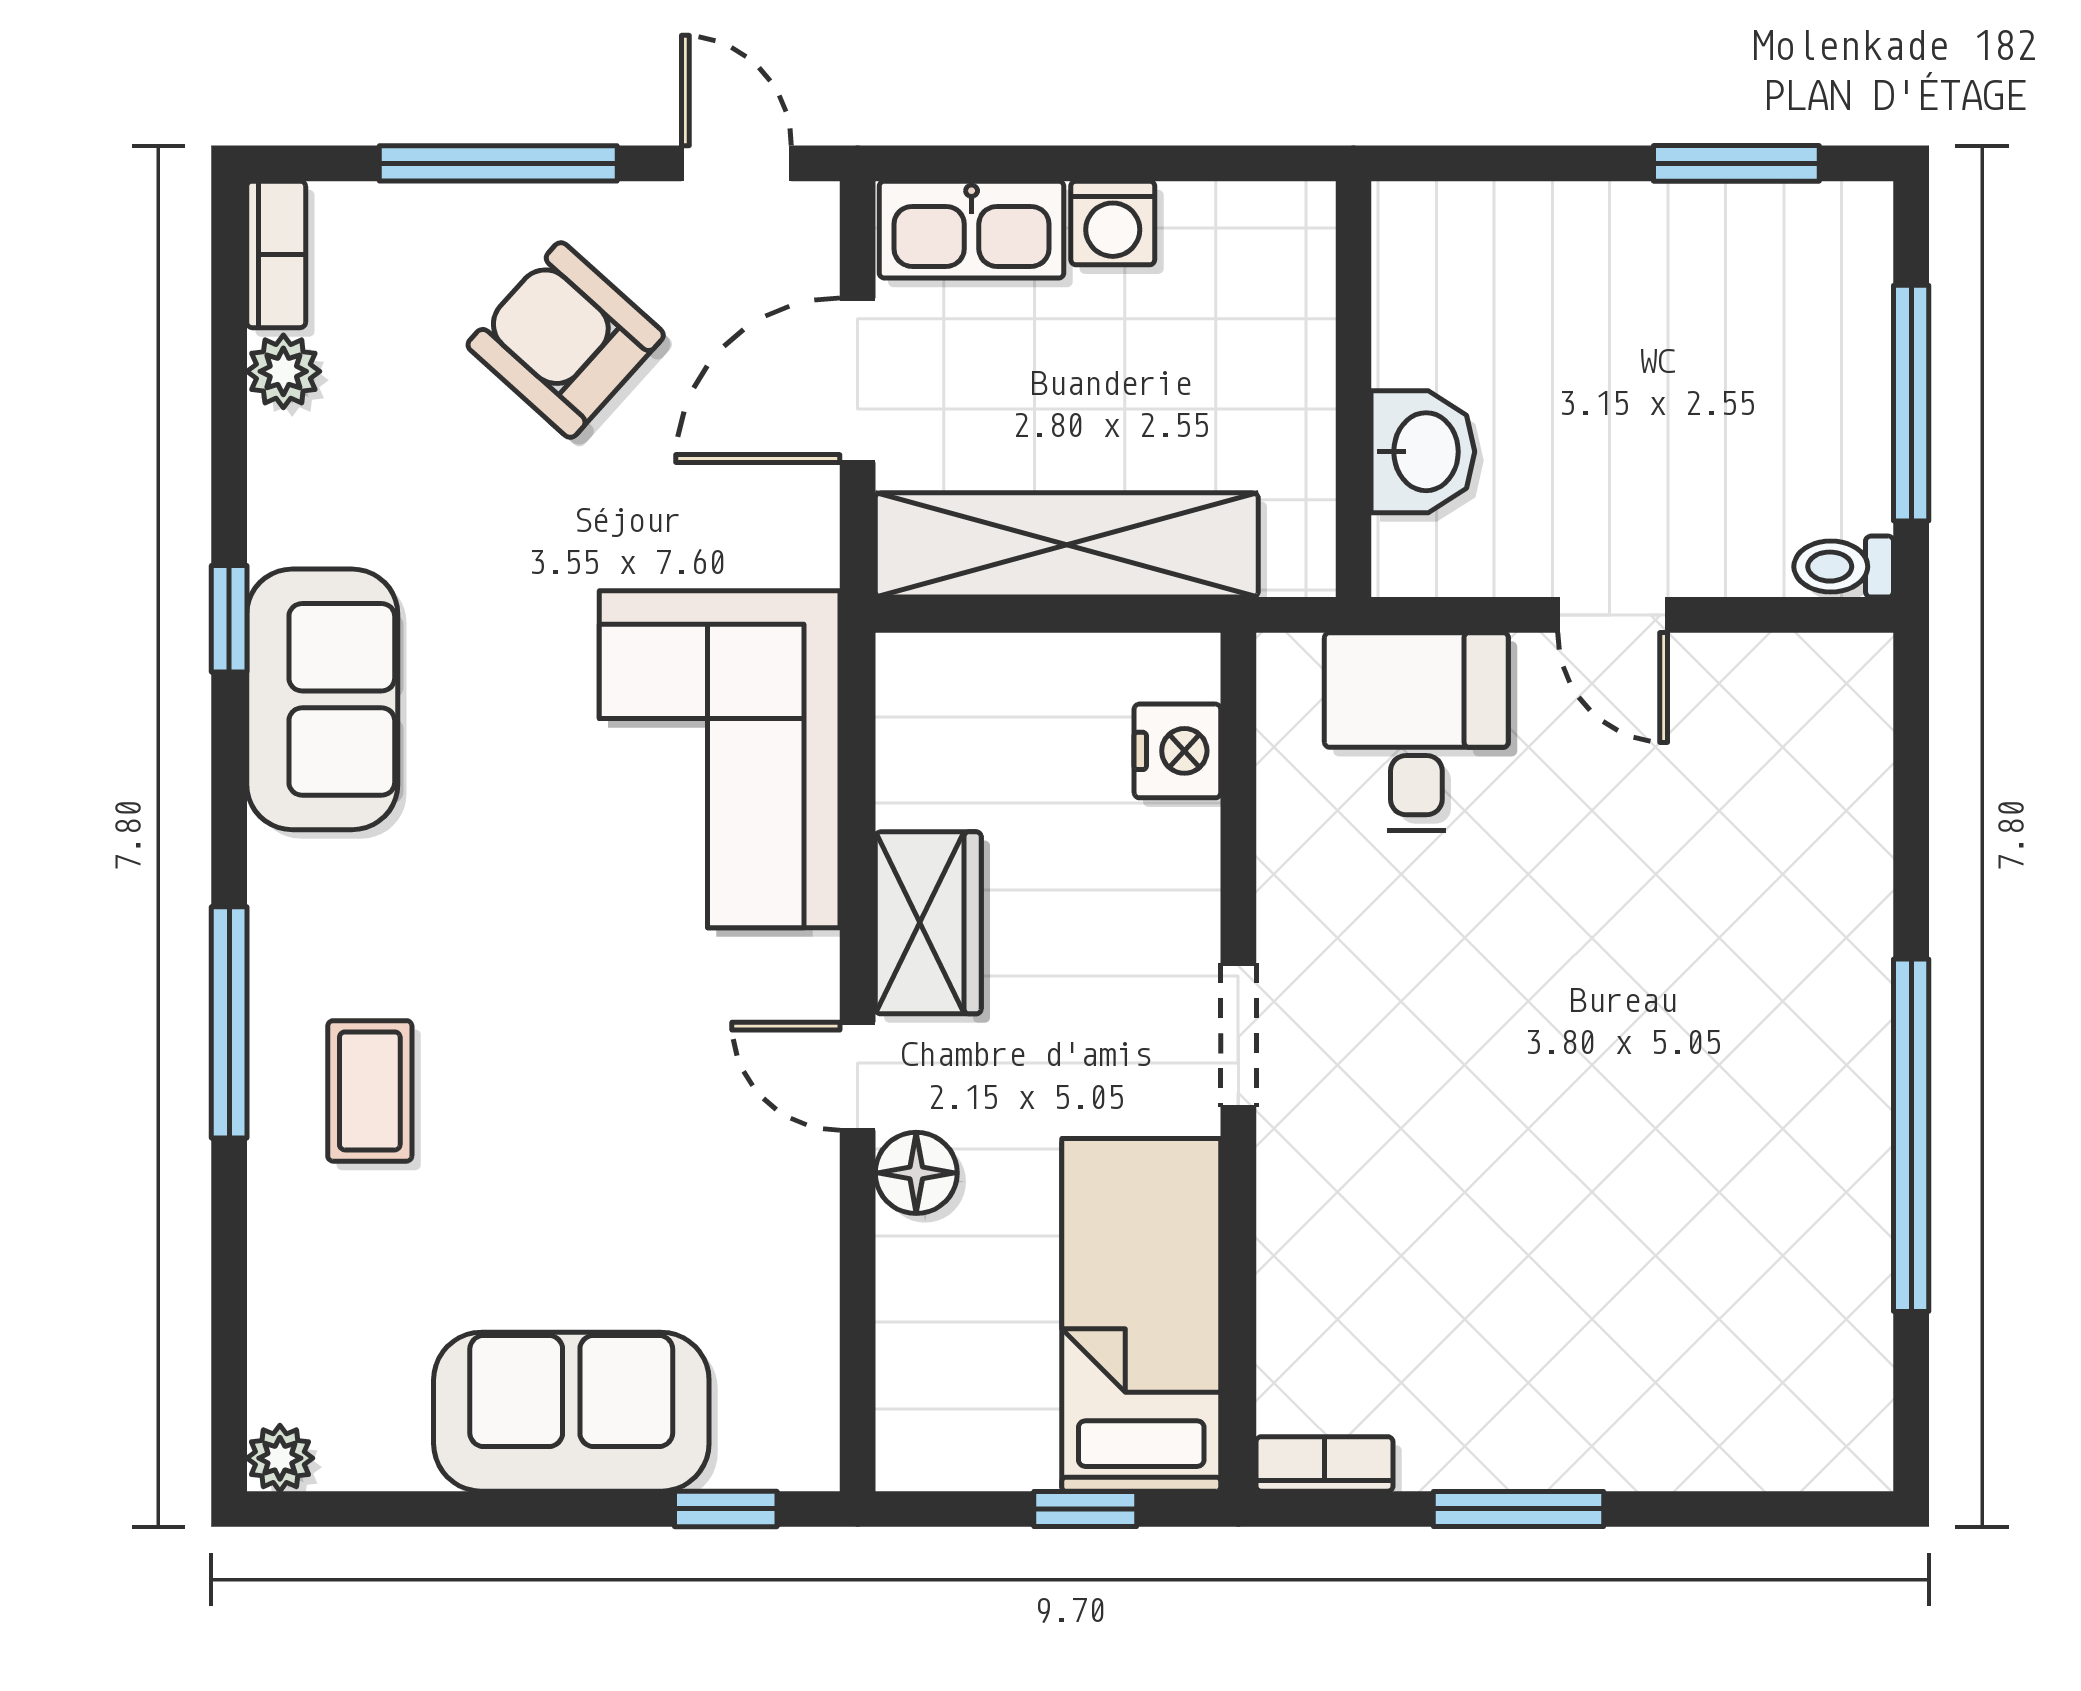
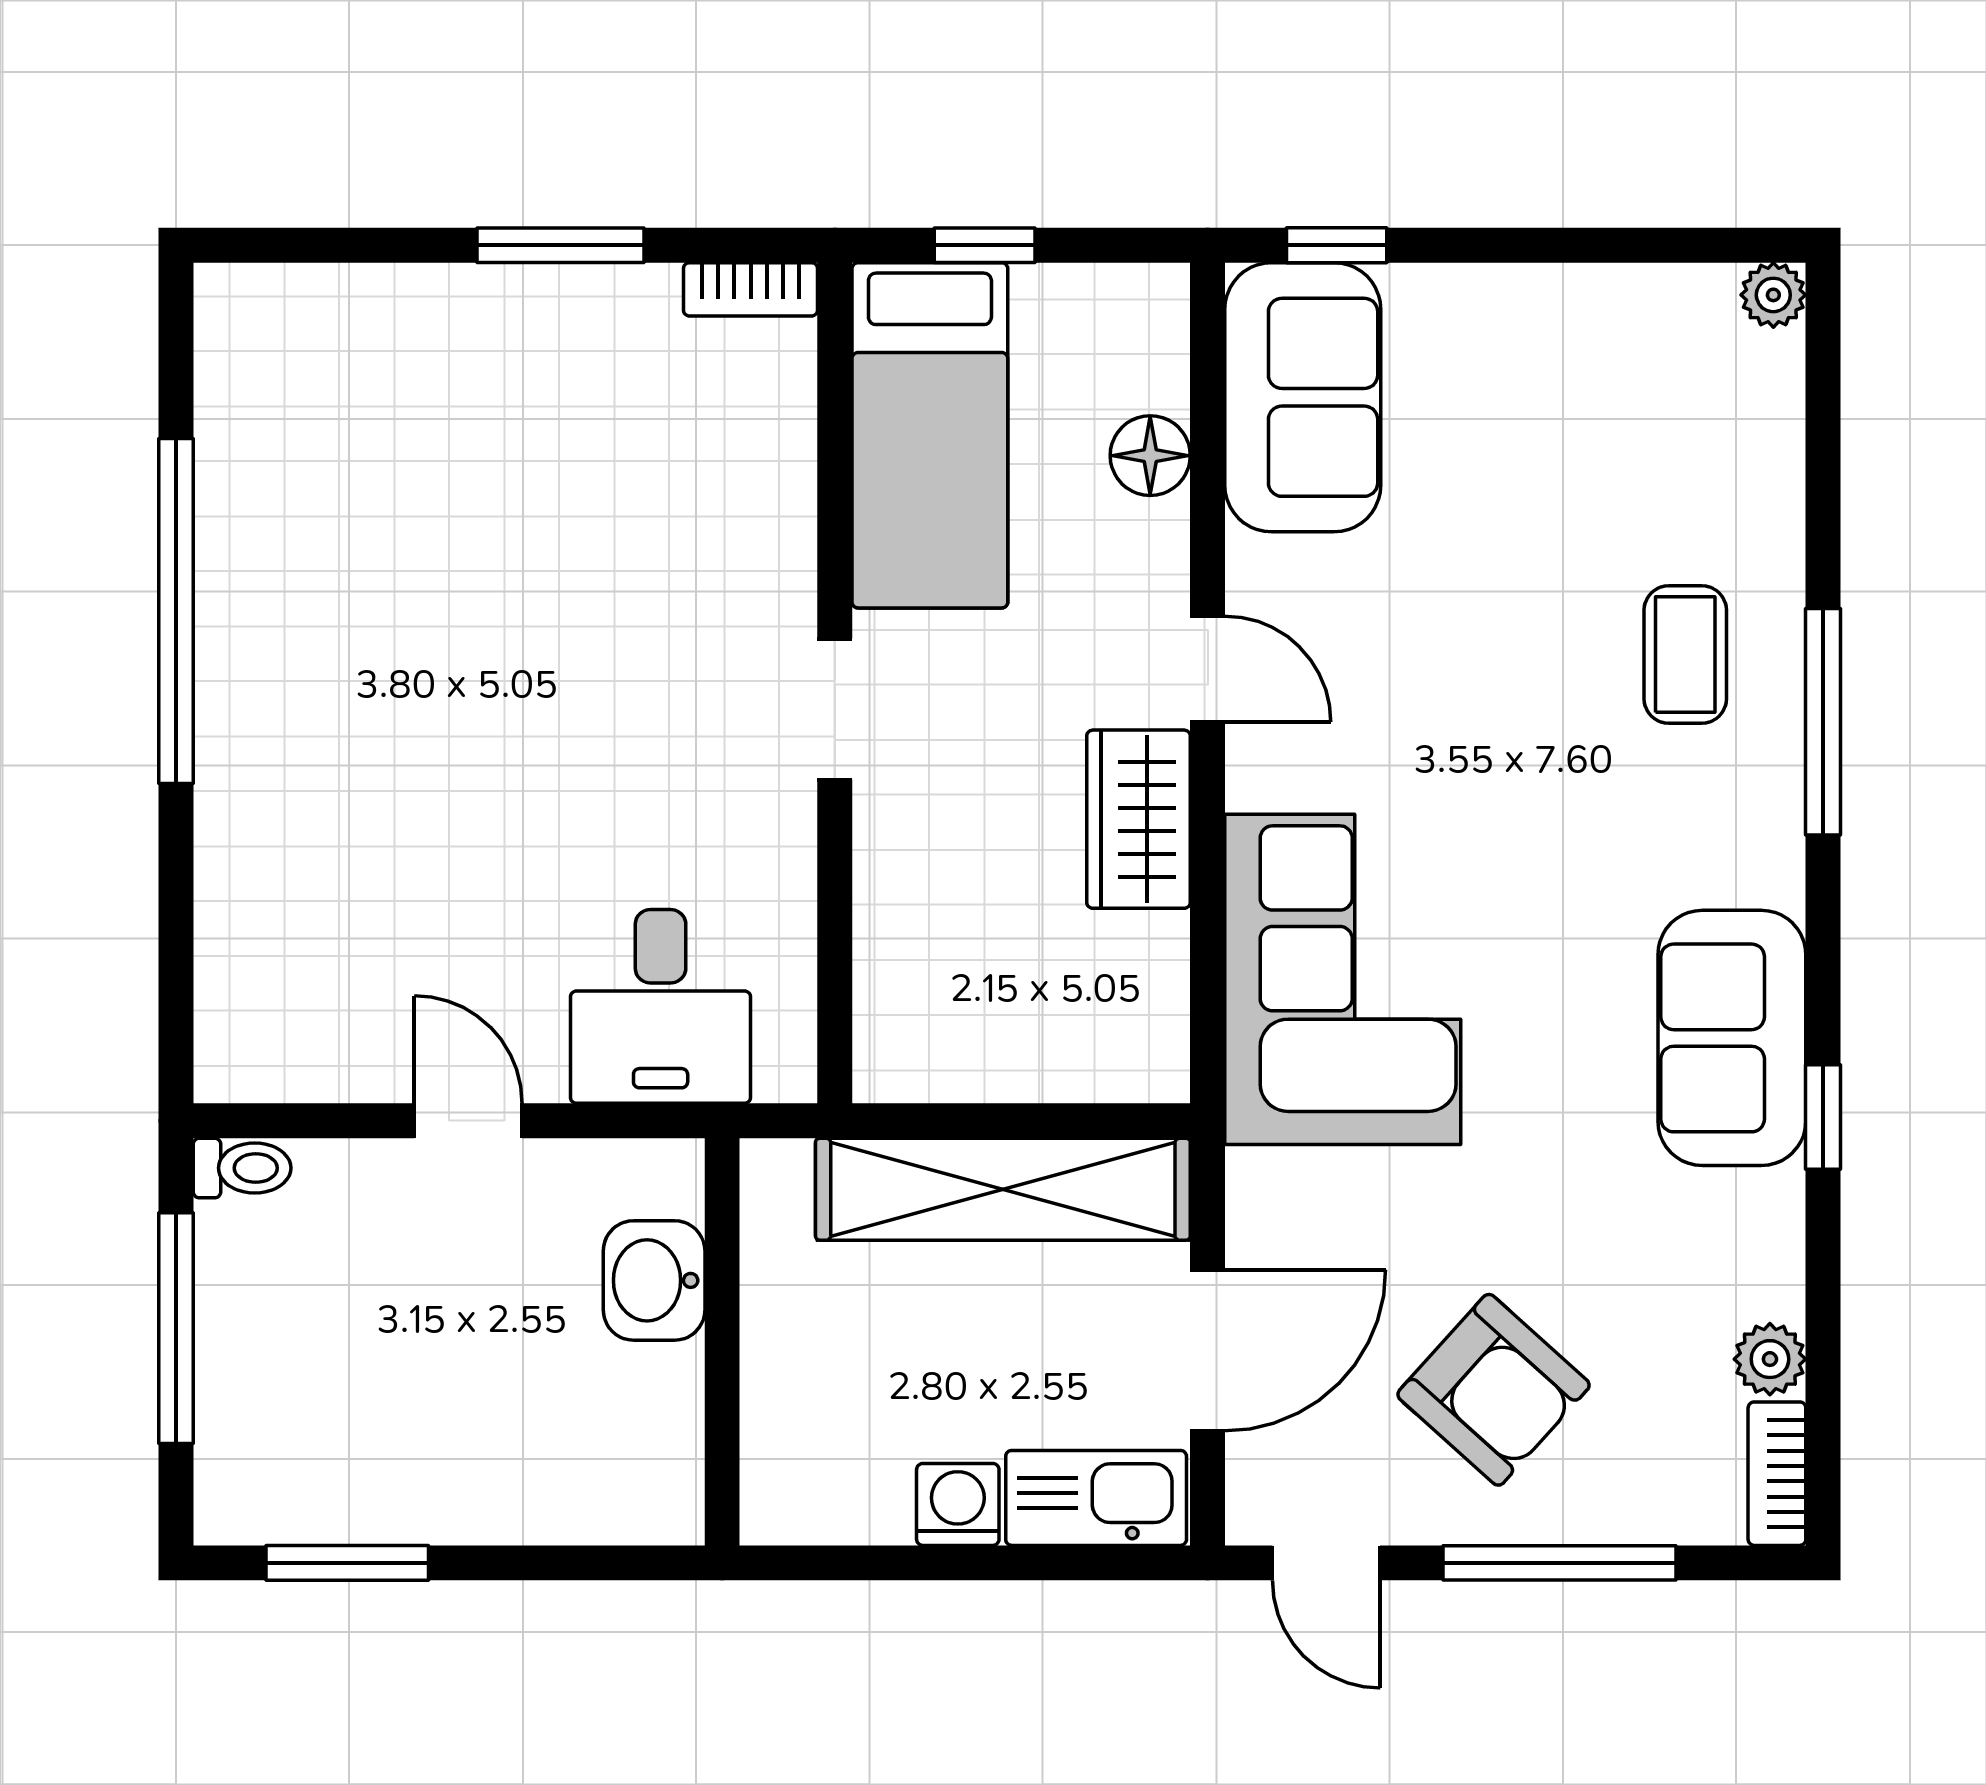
nightstand: (1177, 751) -> (894, 987), removed
floor lamp: (916, 1173) -> (1150, 456), moved
sofa: (571, 1412) -> (1303, 397), moved, turned -90

